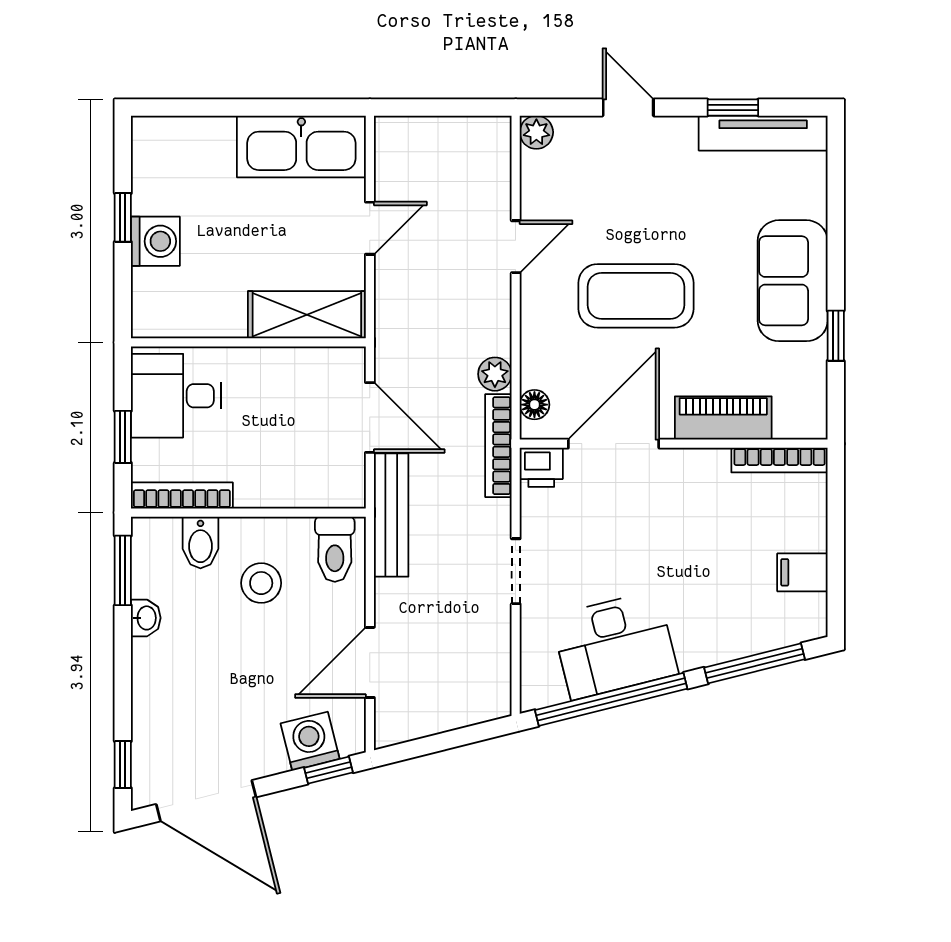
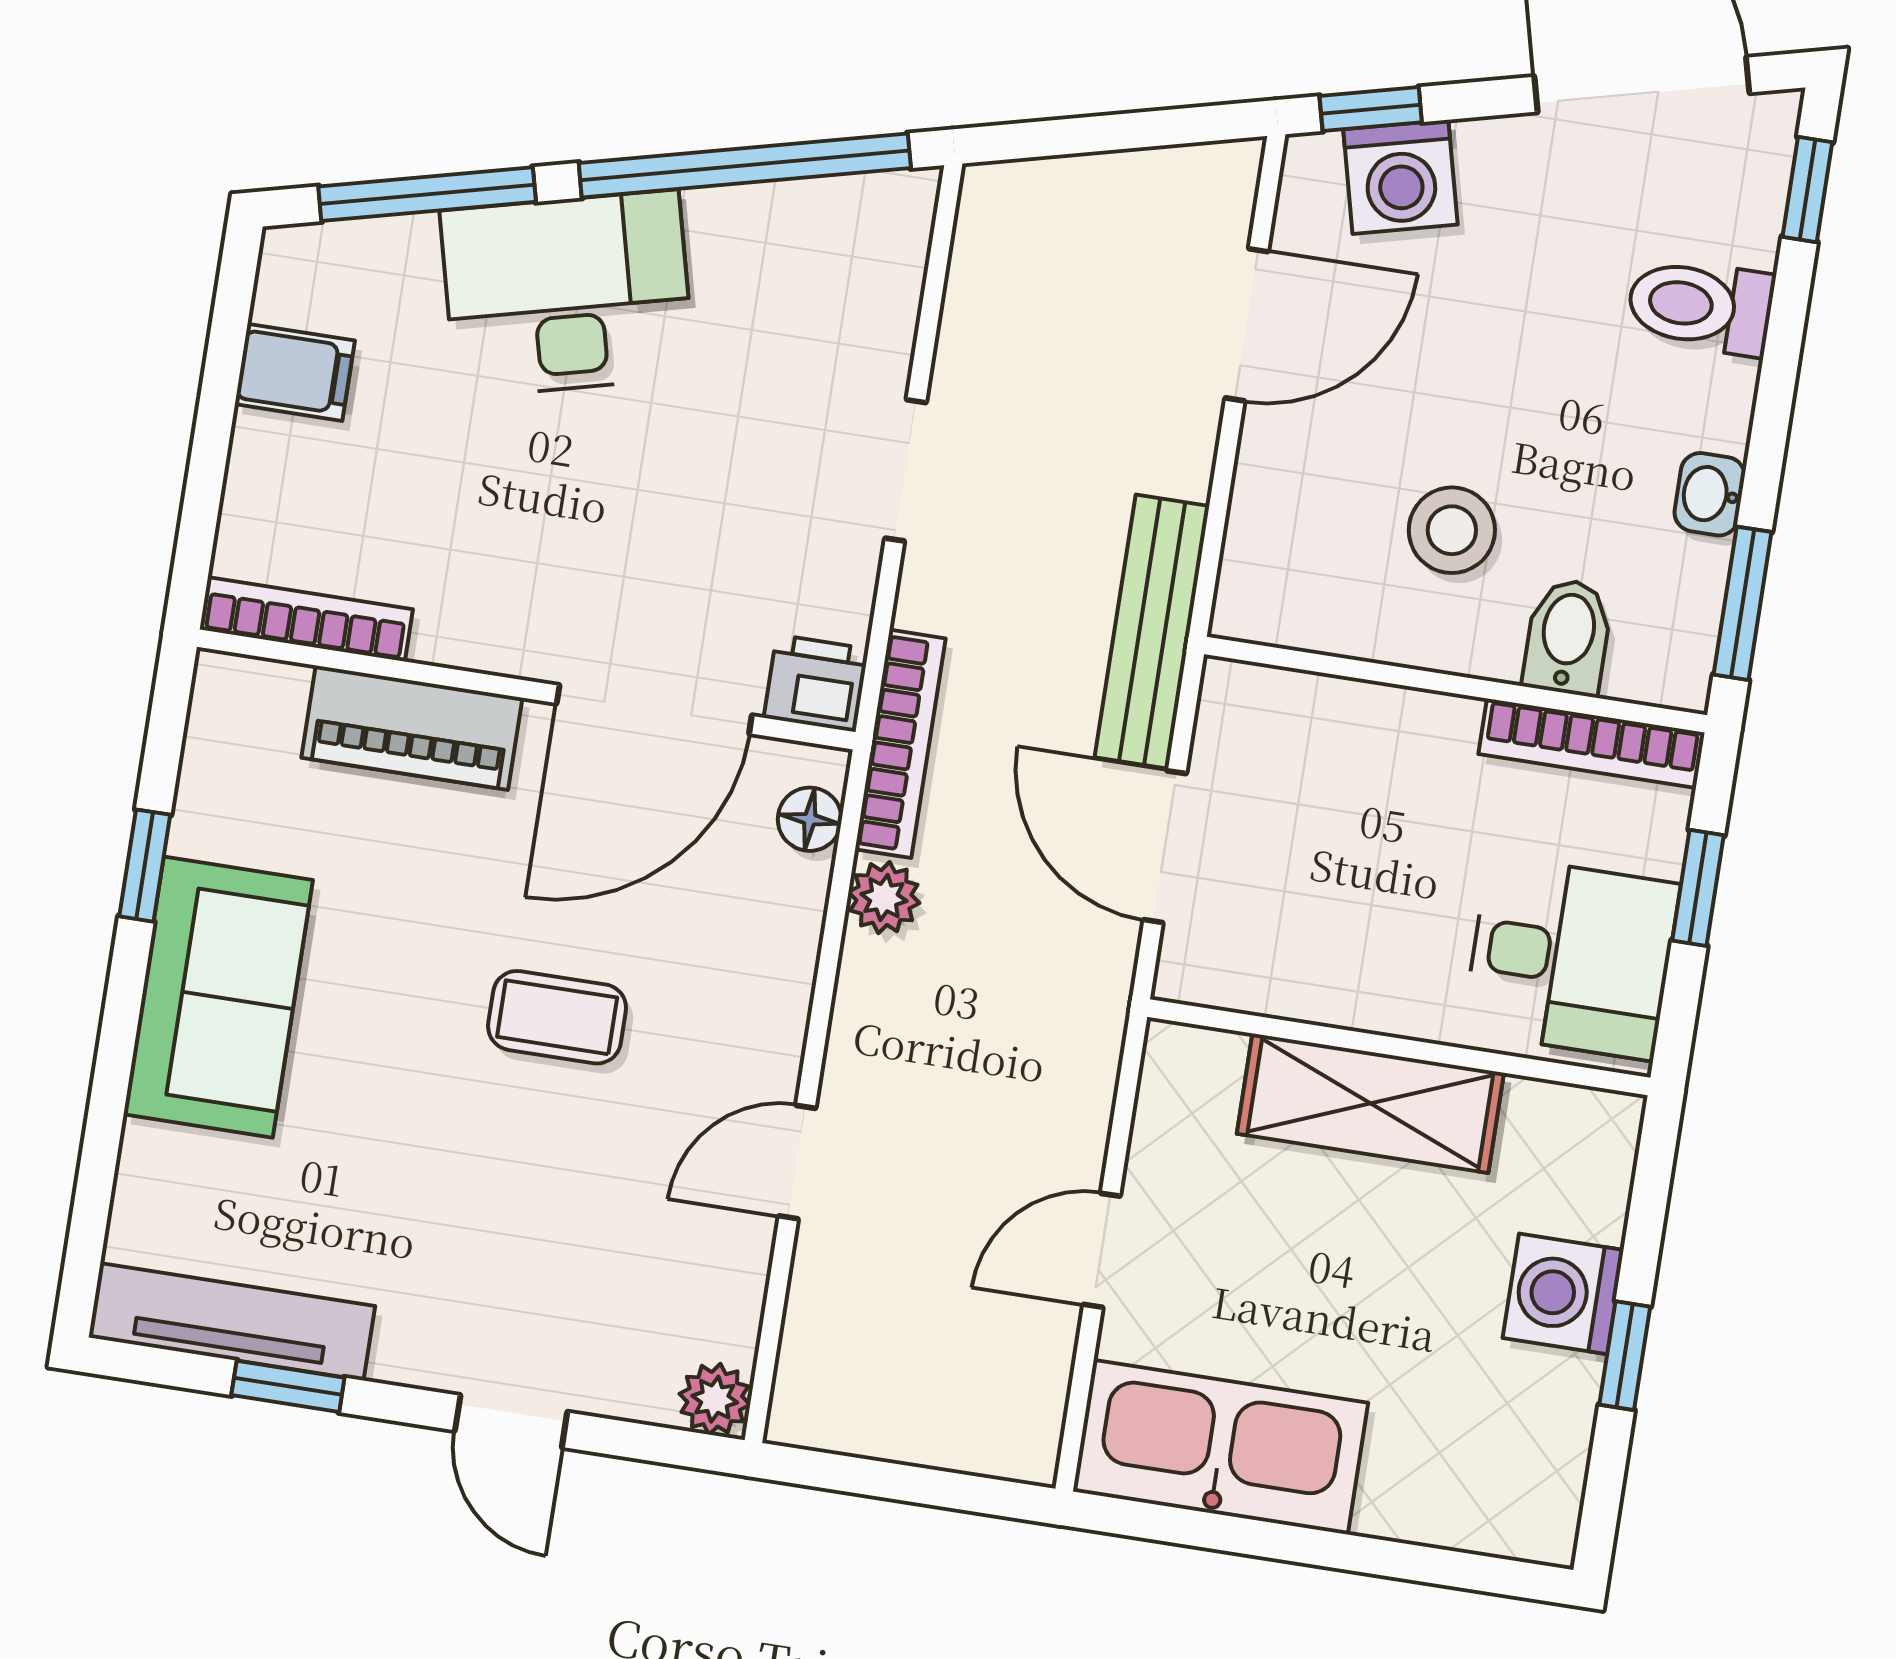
coffee table: (636, 296) -> (557, 1017), width x0.54, depth x0.58
shelving: (307, 315) -> (1370, 1103), moved
toilet: (335, 549) -> (1700, 306), moved, turned -90
desk: (615, 645) -> (567, 294), moved

